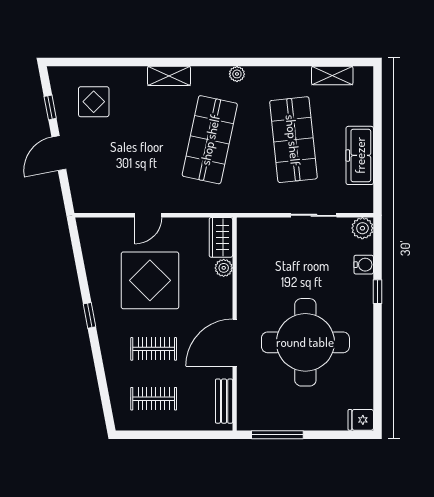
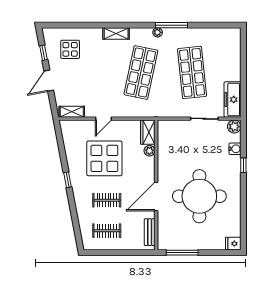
window: (260, 62) -> (172, 25), added
shelving: (332, 76) -> (72, 112), moved
freezer: (360, 155) -> (233, 100), moved

